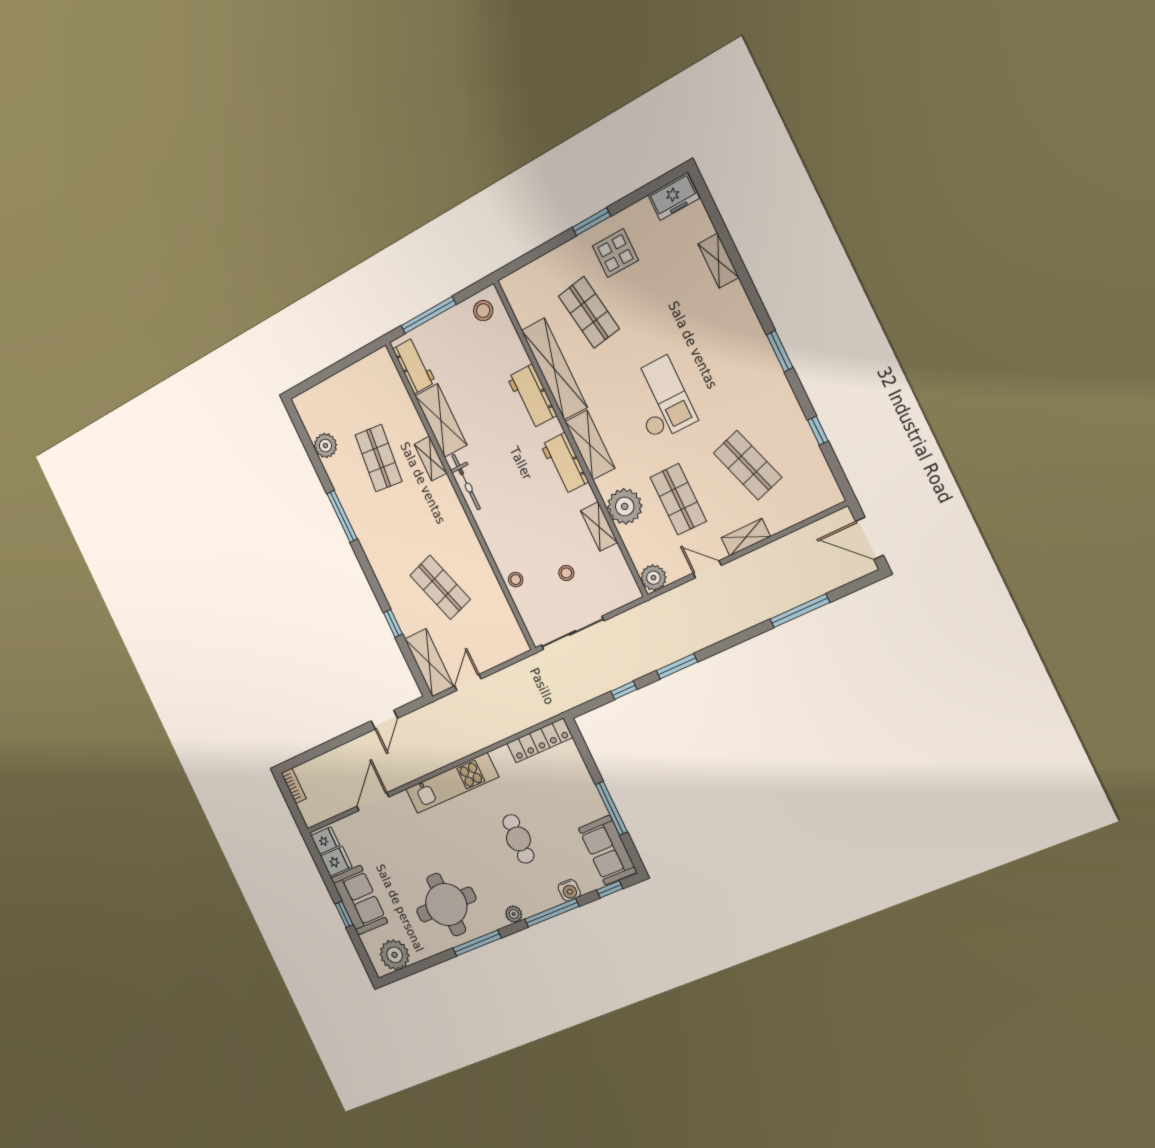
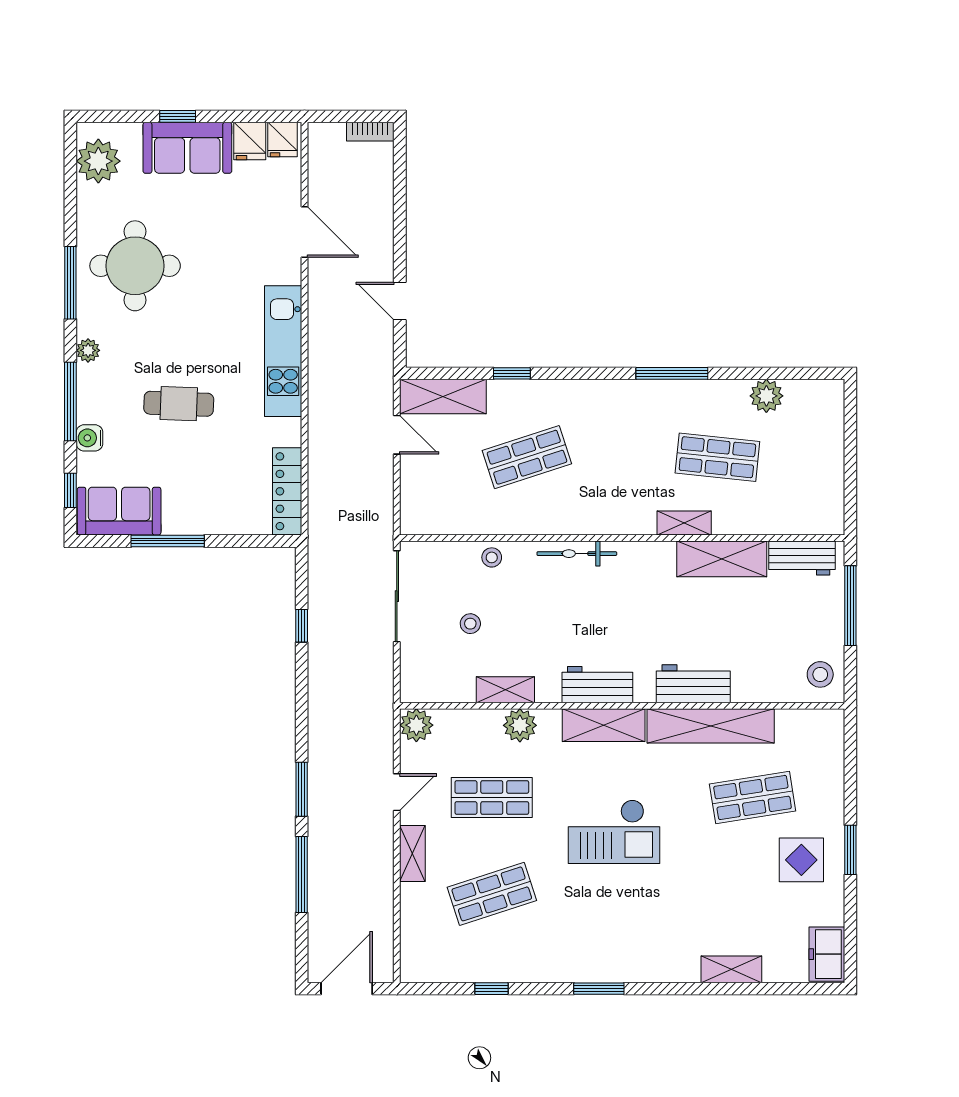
bicycle: (466, 482) -> (577, 554), moved
plant: (625, 506) -> (520, 725), width x0.73, depth x0.73
window: (677, 666) -> (302, 789), moved

